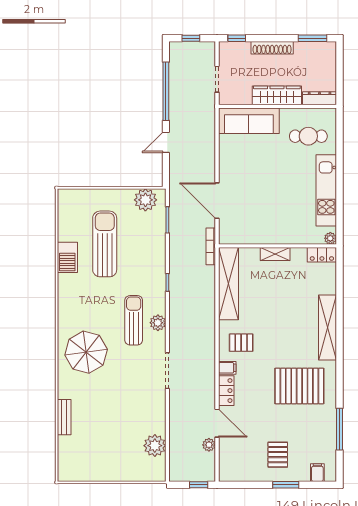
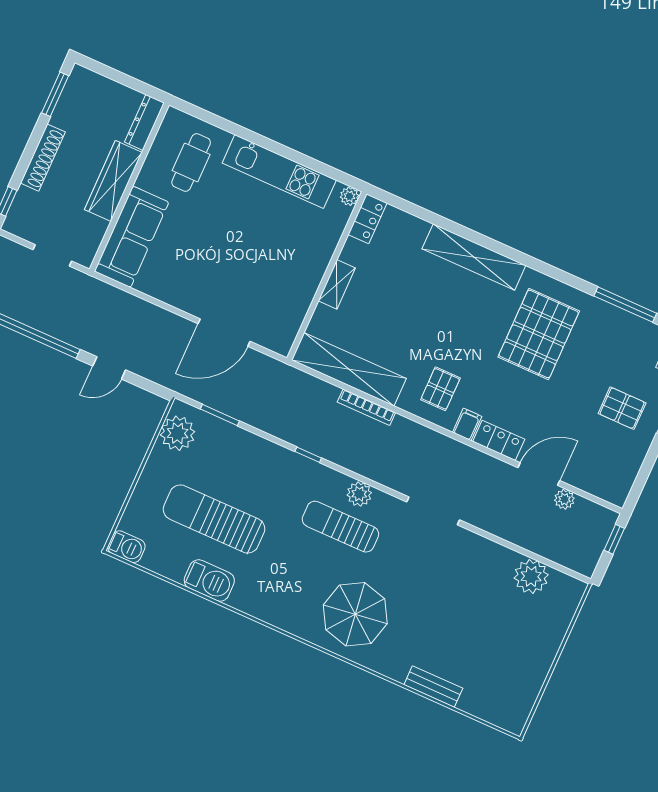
door: (166, 142) -> (109, 368), hinge flipped
barbecue: (65, 200) -> (126, 547), added
bookcase: (211, 246) -> (366, 407), moved

